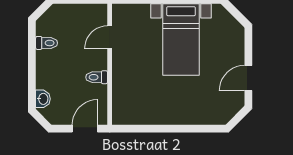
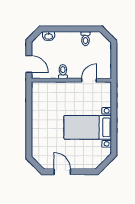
door: (110, 37) -> (89, 80), hinge flipped

